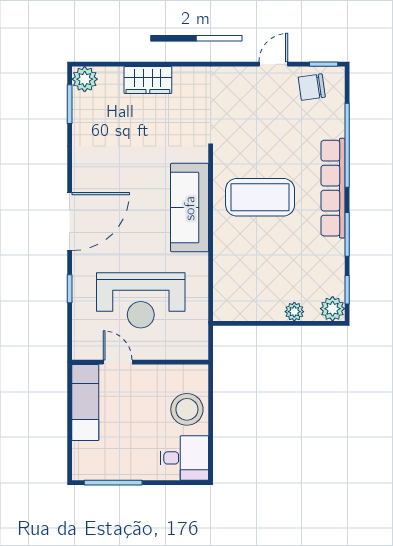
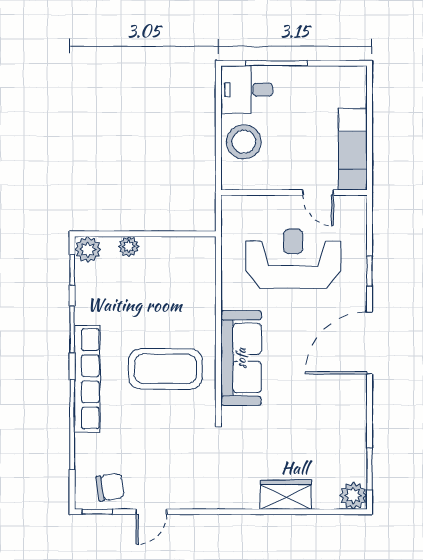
window: (113, 483) -> (277, 63), moved

